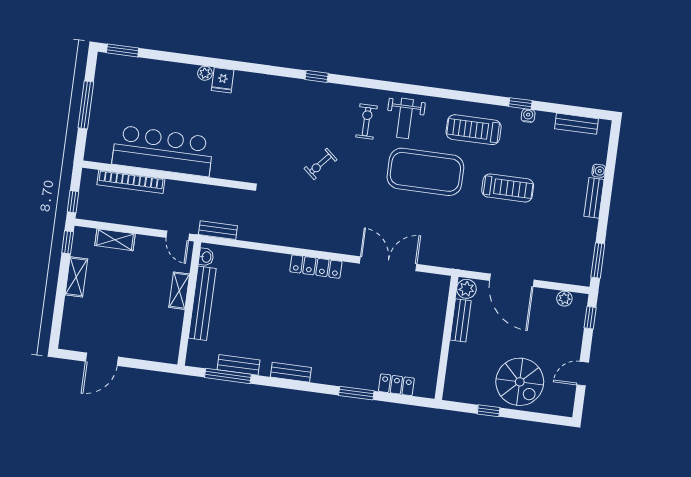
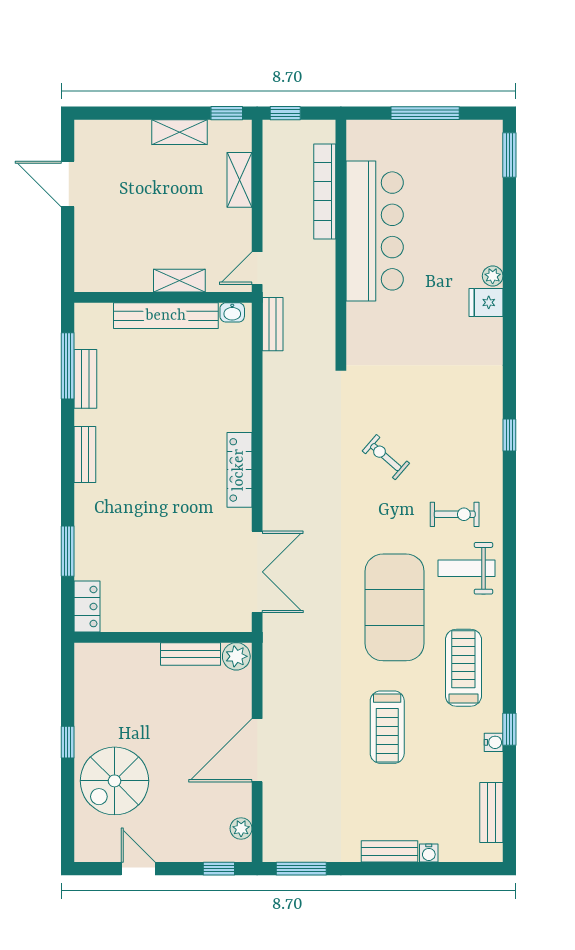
plant: (466, 289) -> (236, 656), moved
bench: (461, 320) -> (191, 654), moved
wall: (446, 338) -> (163, 637), moved

